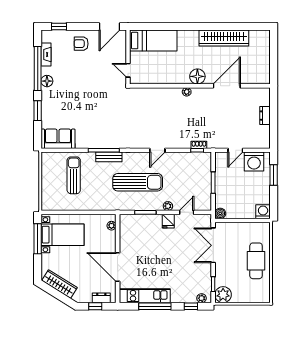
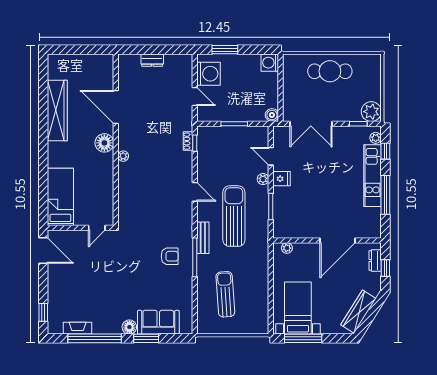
armchair: (81, 44) -> (170, 256), moved, turned -90
floor lamp: (47, 81) -> (129, 327), moved
sofa: (58, 139) -> (158, 322), moved, turned 90
bench: (109, 157) -> (203, 238), moved
sun lounger: (74, 175) -> (225, 294), turned 86
kitchen unit: (145, 296) -> (373, 176), moved

